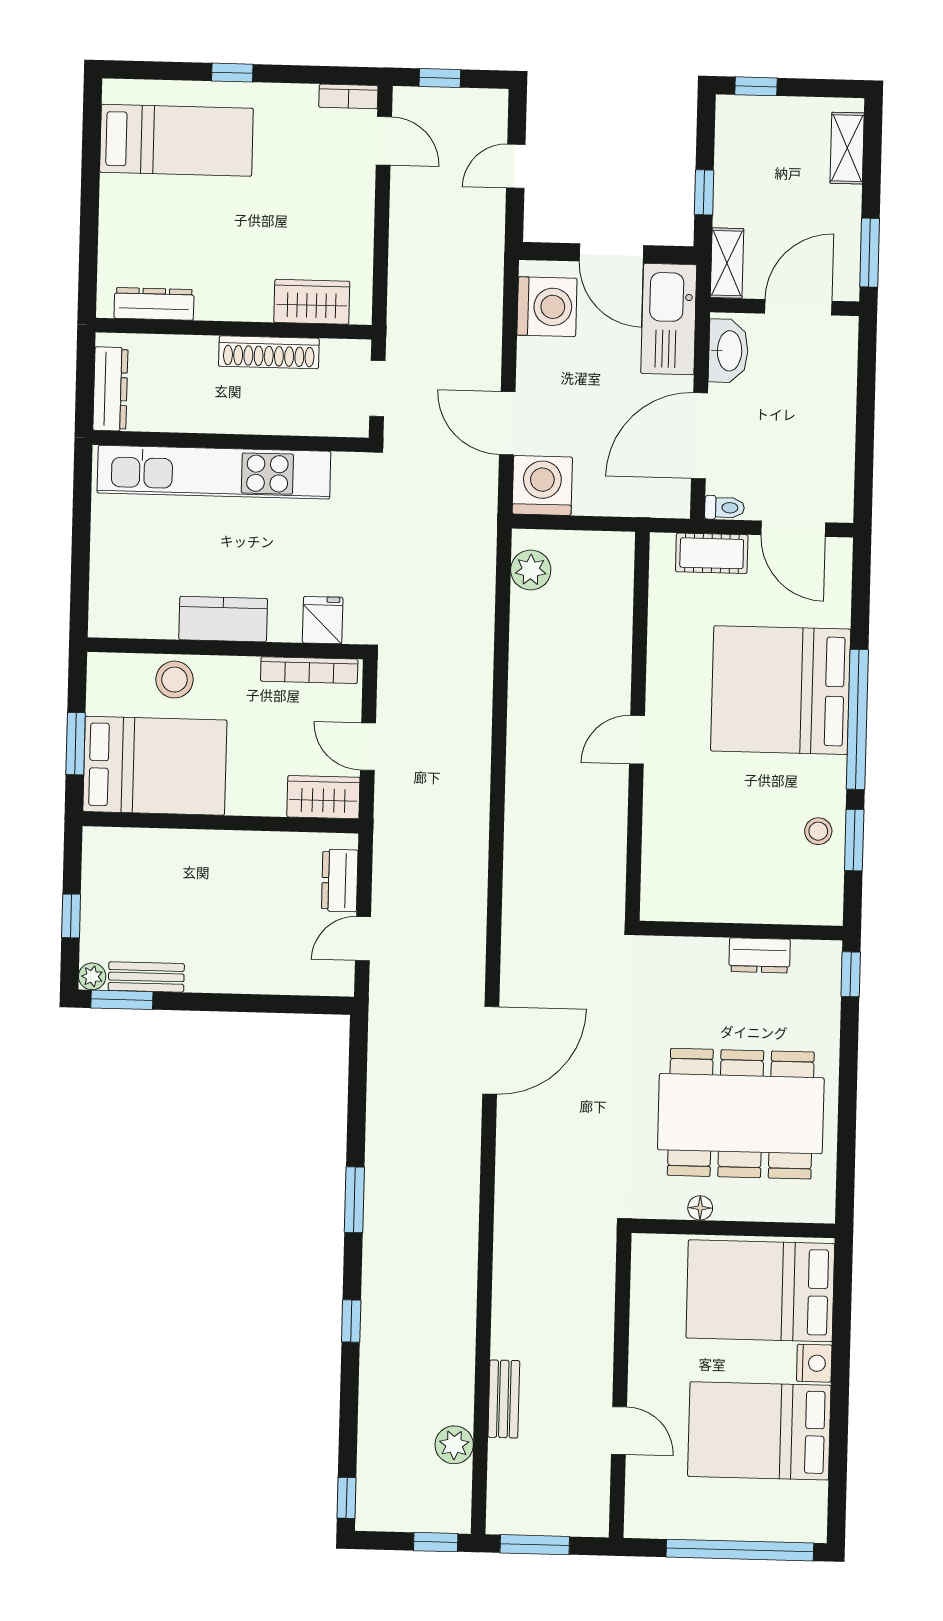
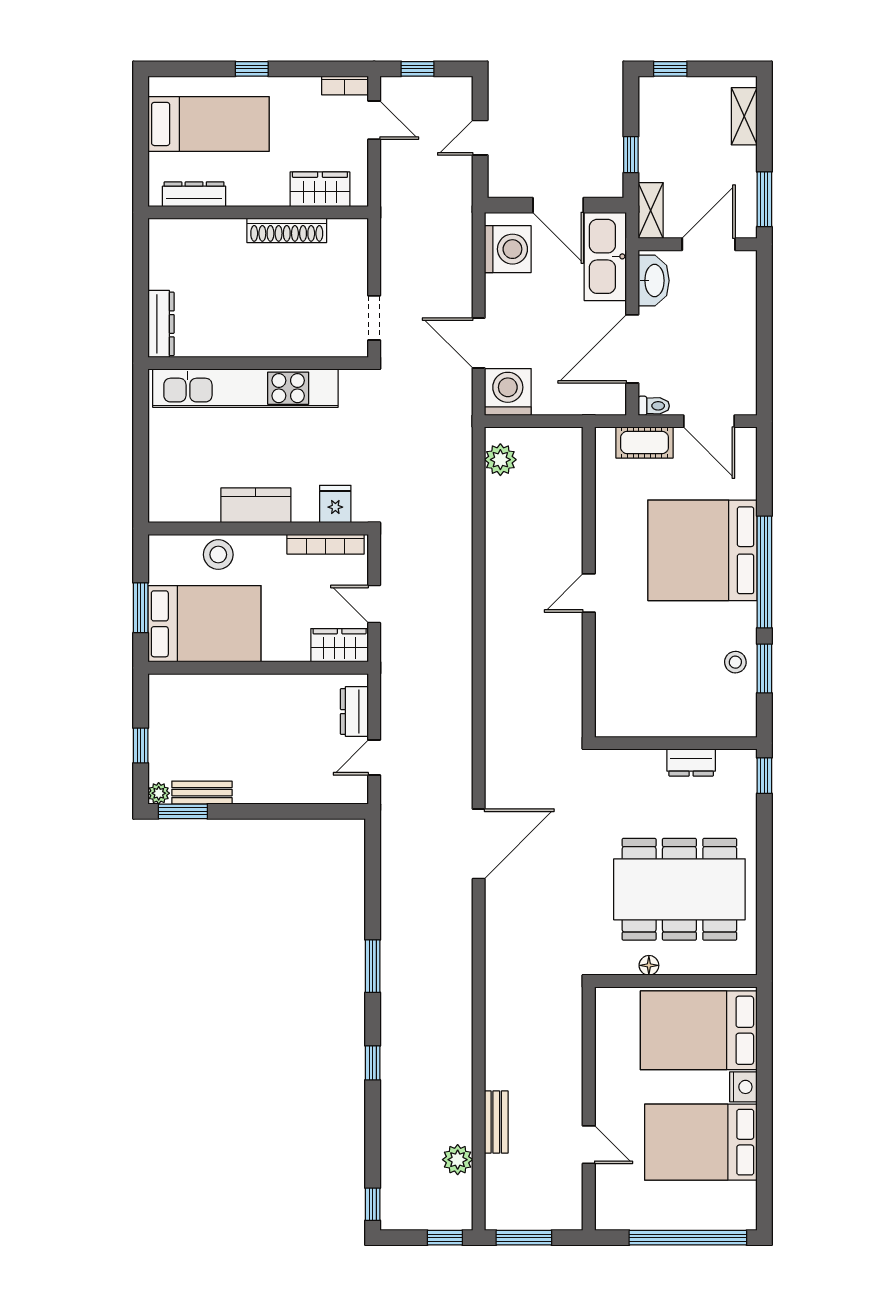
wardrobe: (312, 302) -> (320, 189), moved
dresser: (154, 304) -> (194, 194), moved
wall: (234, 329) -> (258, 212), moved
shoe rack: (269, 352) -> (287, 230), moved

